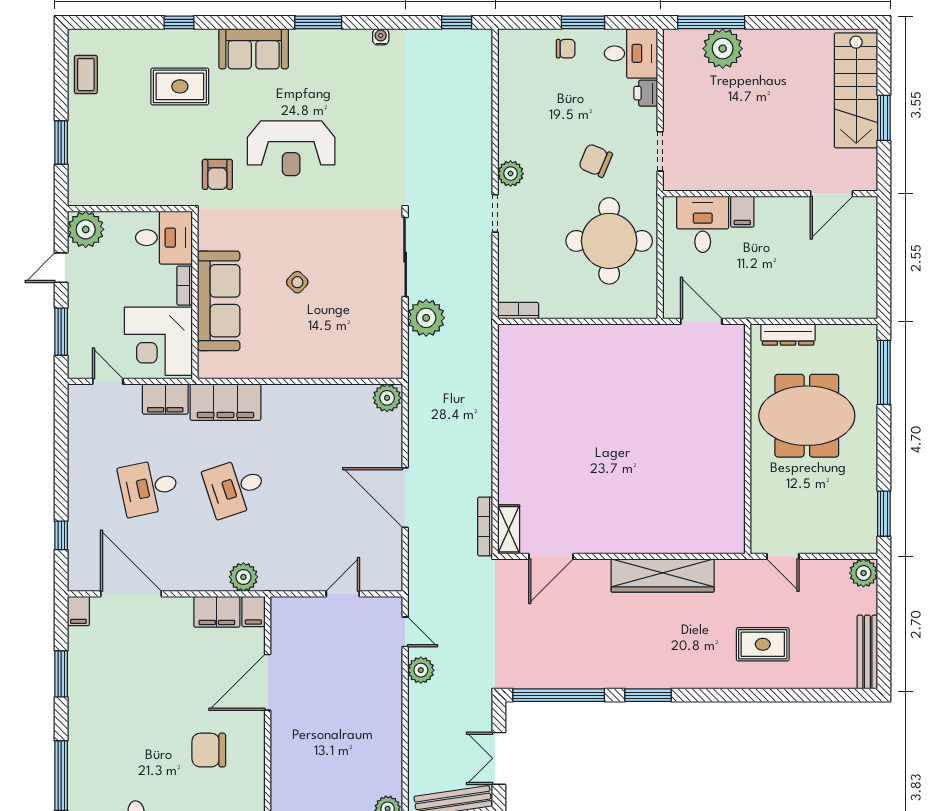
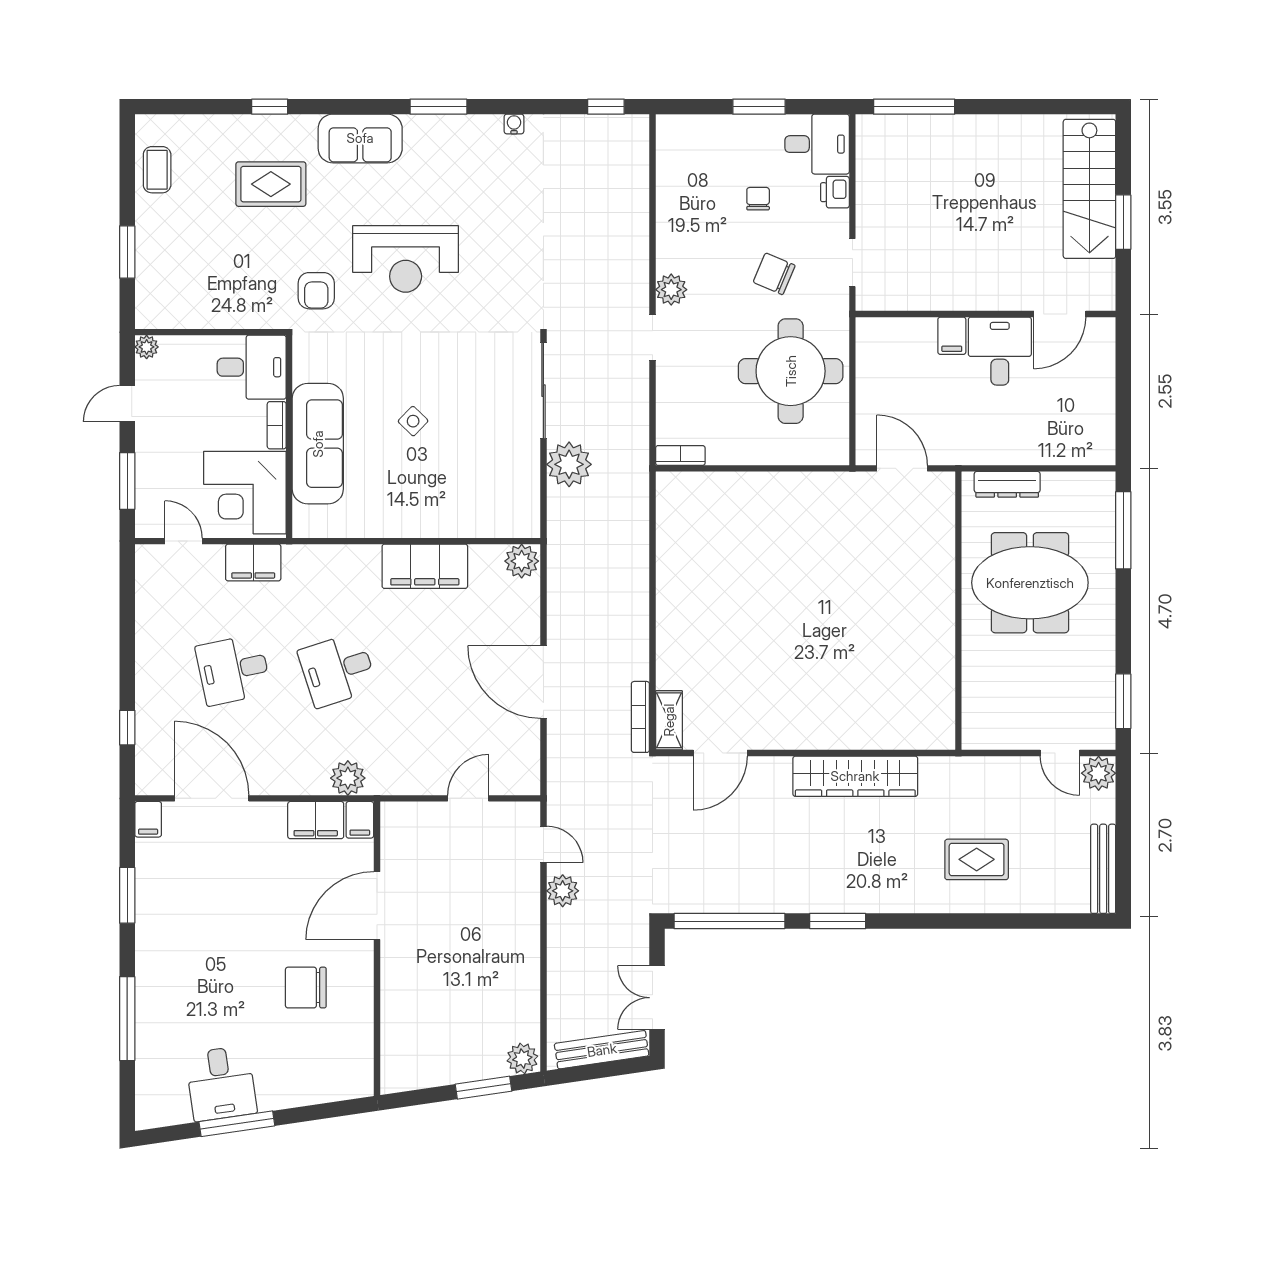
chair: (566, 49) -> (758, 199), moved, turned -90
plant: (723, 49) -> (928, 138), removed
desk: (703, 224) -> (1000, 351), moved
plant: (86, 229) -> (147, 347), width x0.53, depth x0.53
filing cabinet: (225, 402) -> (425, 566), moved
door: (783, 556) -> (1060, 753), moved

